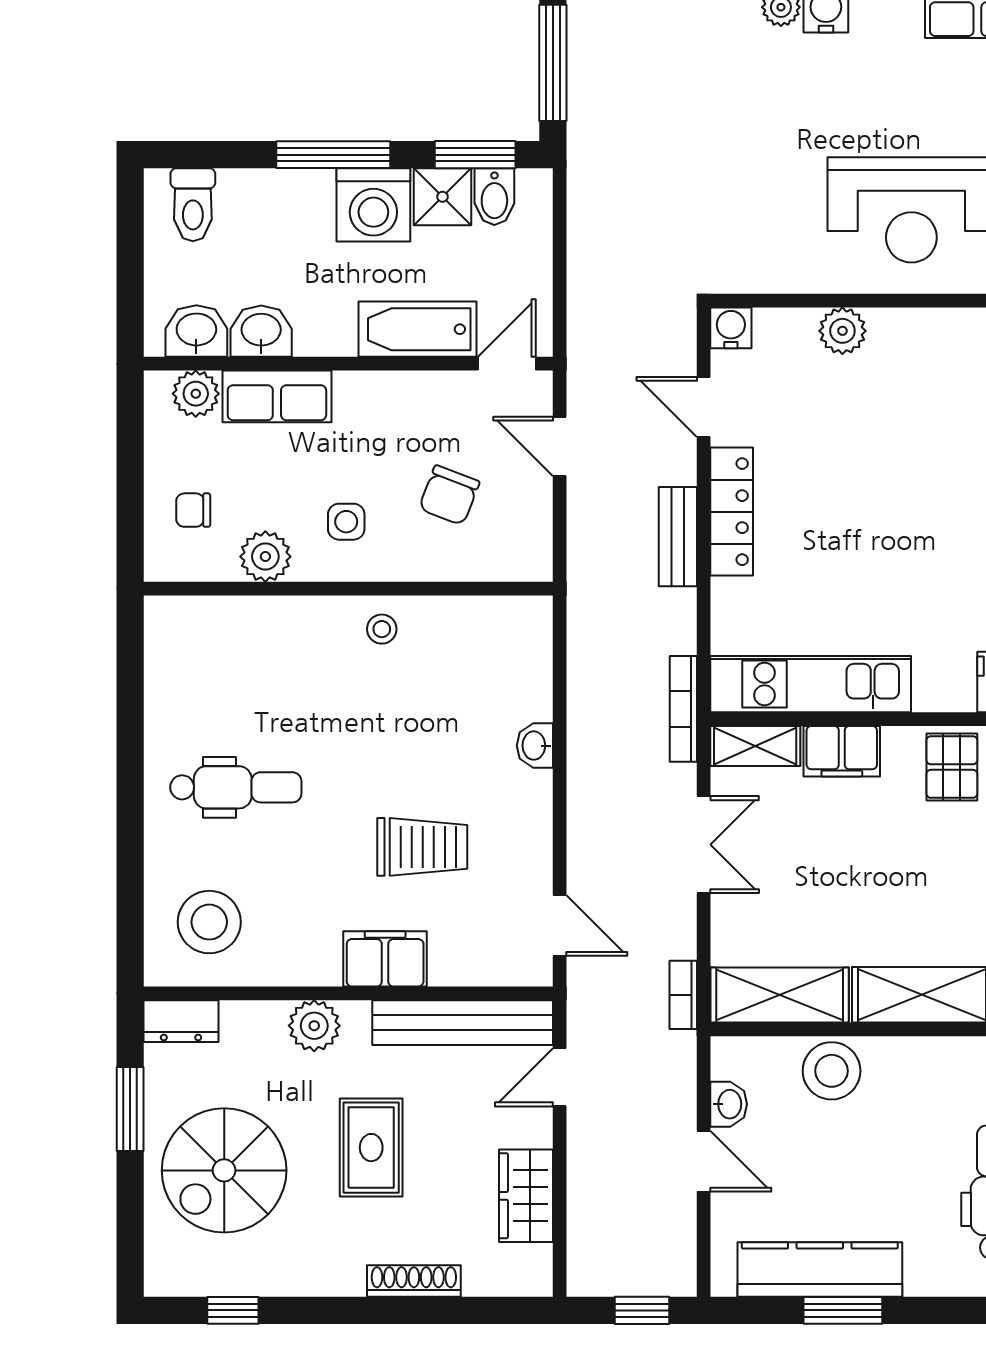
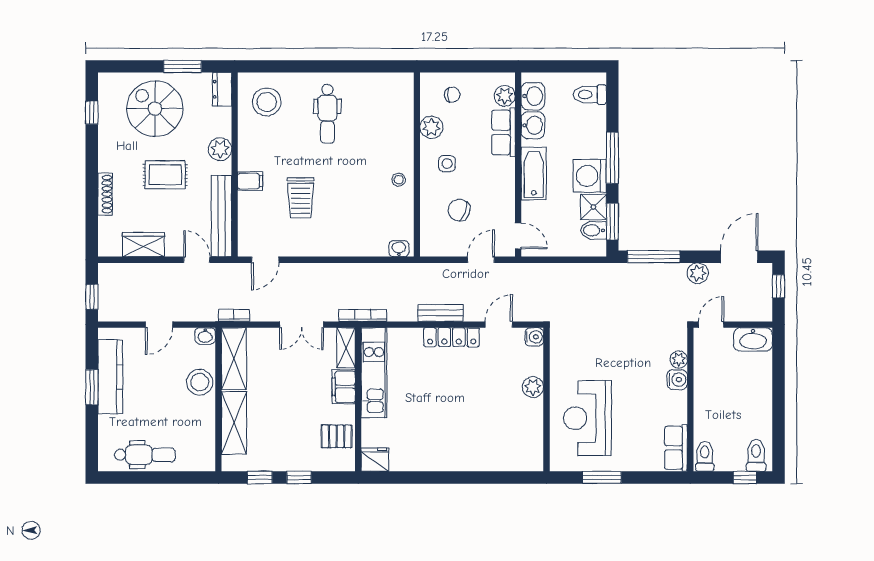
bathtub: (417, 329) -> (534, 174), moved
chair: (193, 510) -> (452, 95), turned 83
washbasin: (535, 746) -> (399, 249), moved
filing cabinet: (385, 959) -> (250, 181), width x0.50
washbasin: (729, 1104) -> (205, 336), moved

